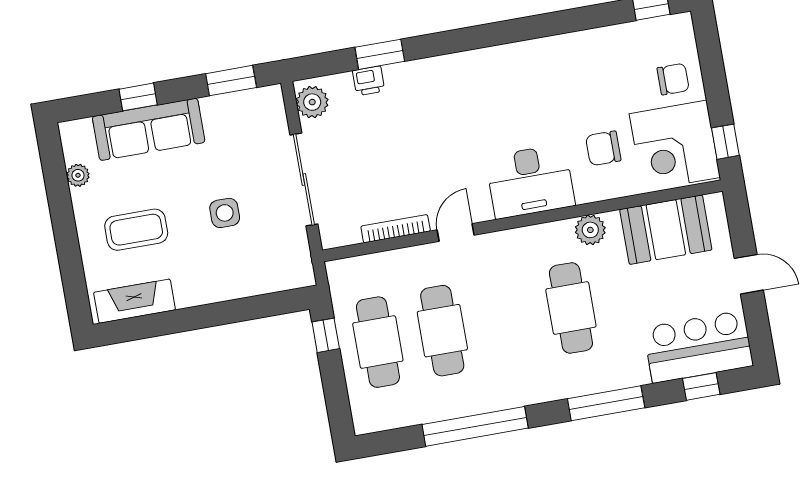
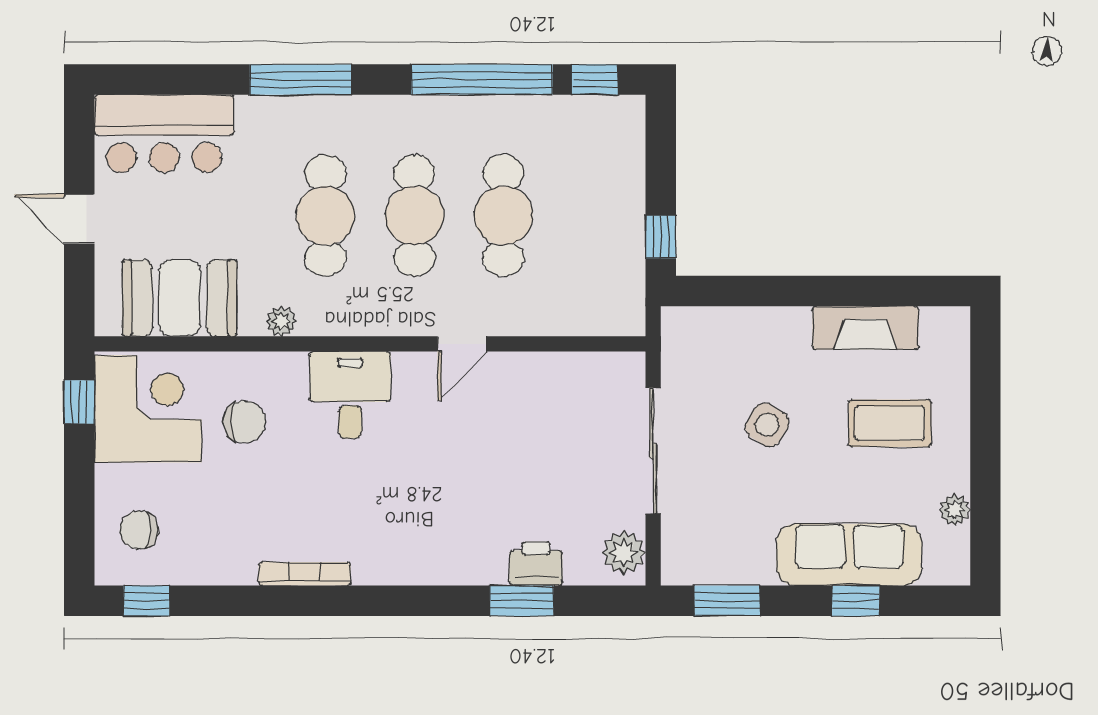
chair: (673, 79) -> (139, 530), moved
printer: (369, 81) -> (536, 564), width x1.36, depth x1.24
desk: (530, 181) -> (350, 395), width x0.73
side table: (225, 213) -> (767, 425), turned 31
bookcase: (396, 229) -> (305, 574), moved, turned 180
plant: (590, 230) -> (281, 321), width x0.73, depth x0.73
fireplace: (135, 301) -> (865, 328), moved
cafe table: (378, 342) -> (414, 216), moved
window: (701, 386) -> (595, 80), moved

